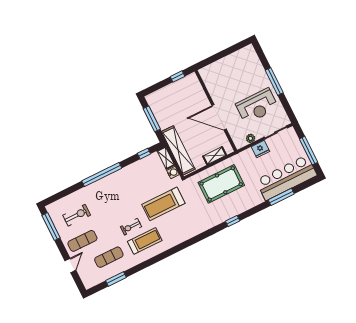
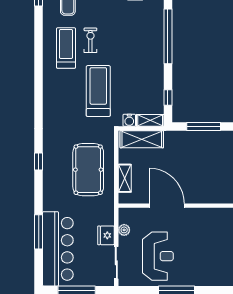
reception desk: (257, 106) -> (158, 256), turned 180
door: (219, 117) -> (167, 206), hinge flipped
shelving: (178, 150) -> (142, 139), width x0.68
treadmill: (145, 241) -> (66, 48), turned 180

